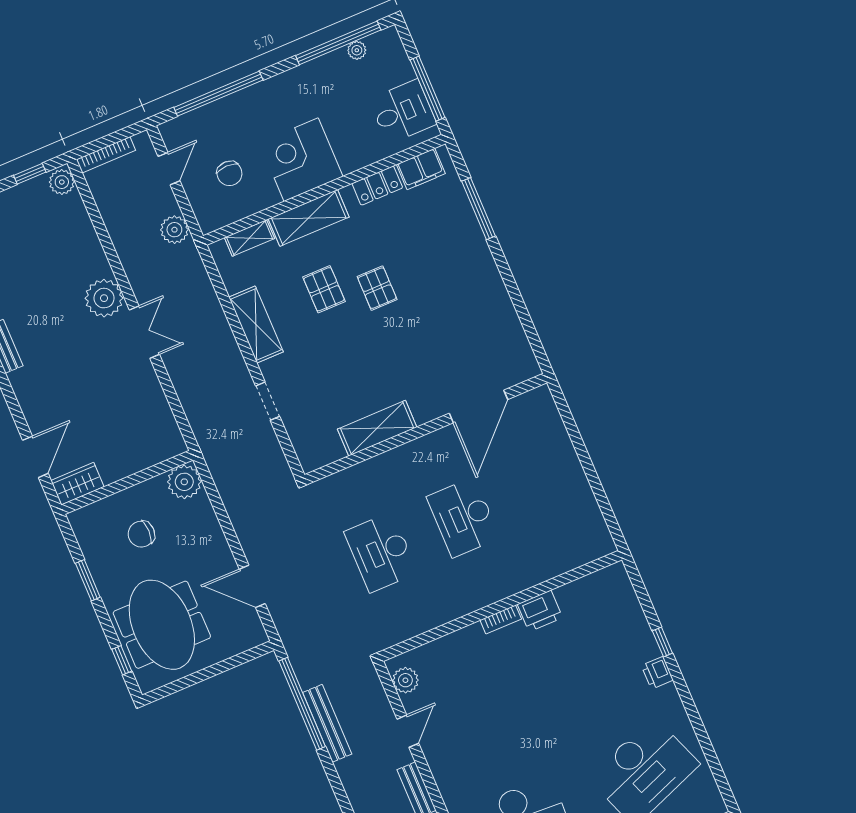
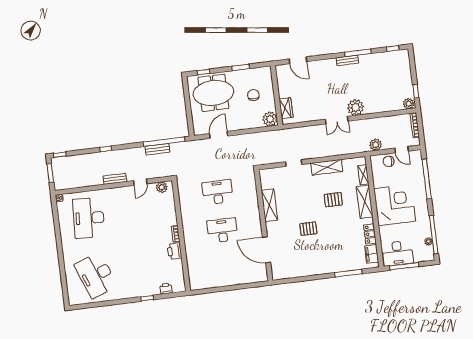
desk: (403, 112) -> (398, 253), width x1.37
corner desk: (301, 160) -> (395, 205), width x1.36, depth x1.36
chair: (229, 173) -> (389, 161), moved
pallet: (377, 288) -> (308, 229), moved
wardrobe: (78, 484) -> (286, 108), moved
printer: (657, 673) -> (166, 289), moved
bench: (327, 723) -> (157, 149), width x0.73
door: (408, 731) -> (140, 182), hinge flipped

